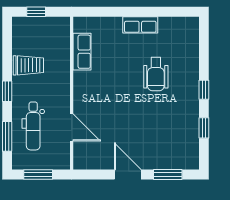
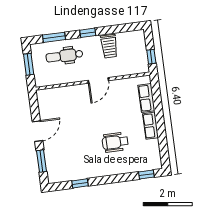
window: (36, 12) -> (151, 57), moved
row of seats: (82, 52) -> (146, 98), moved, turned 90
window: (204, 90) -> (146, 174), moved
door: (72, 128) -> (98, 80), moved

